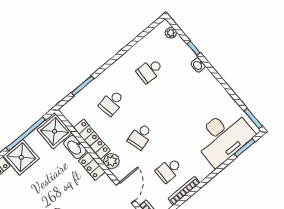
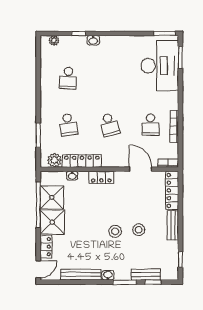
shower: (55, 131) -> (52, 197), moved
washbasin: (75, 147) -> (72, 176), width x0.52, depth x0.69
plant: (111, 161) -> (54, 160), moved

